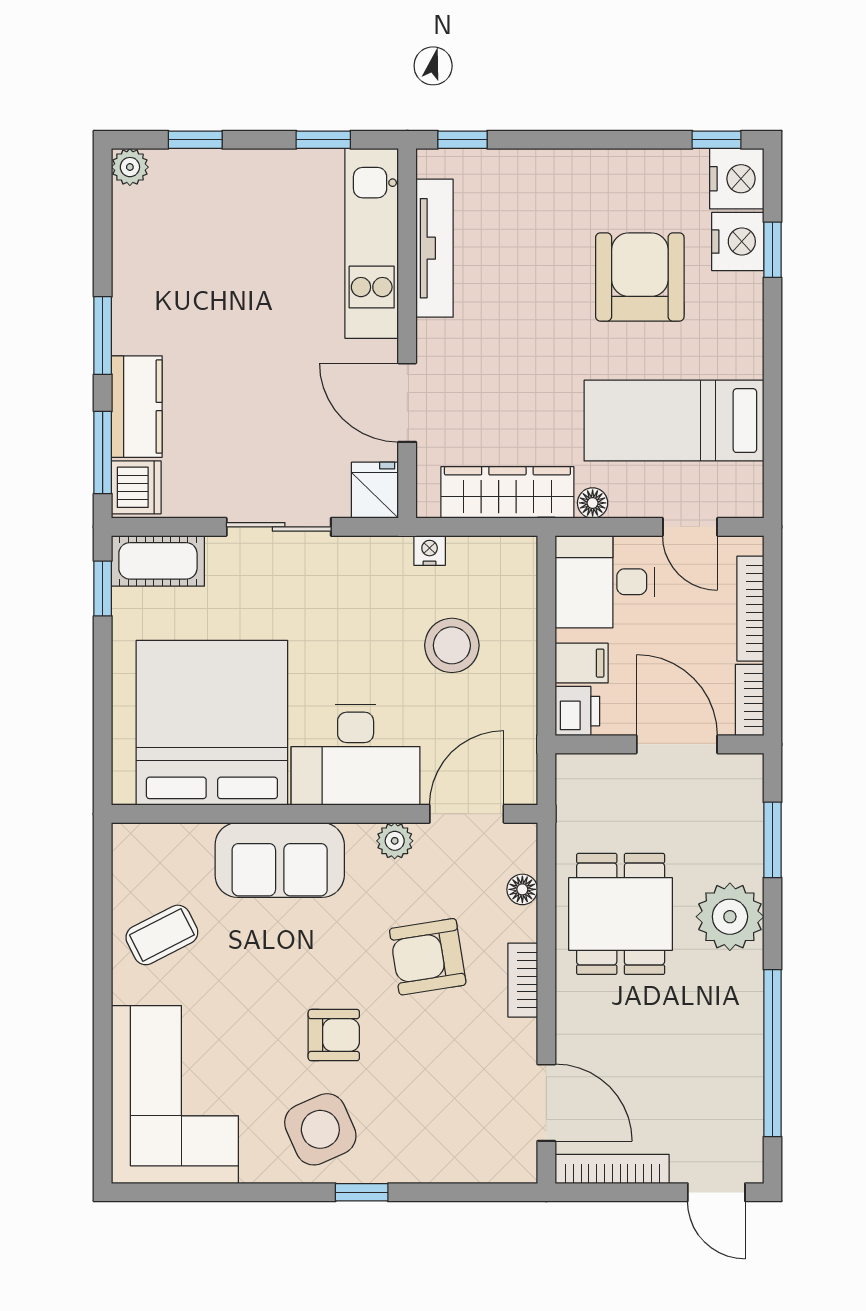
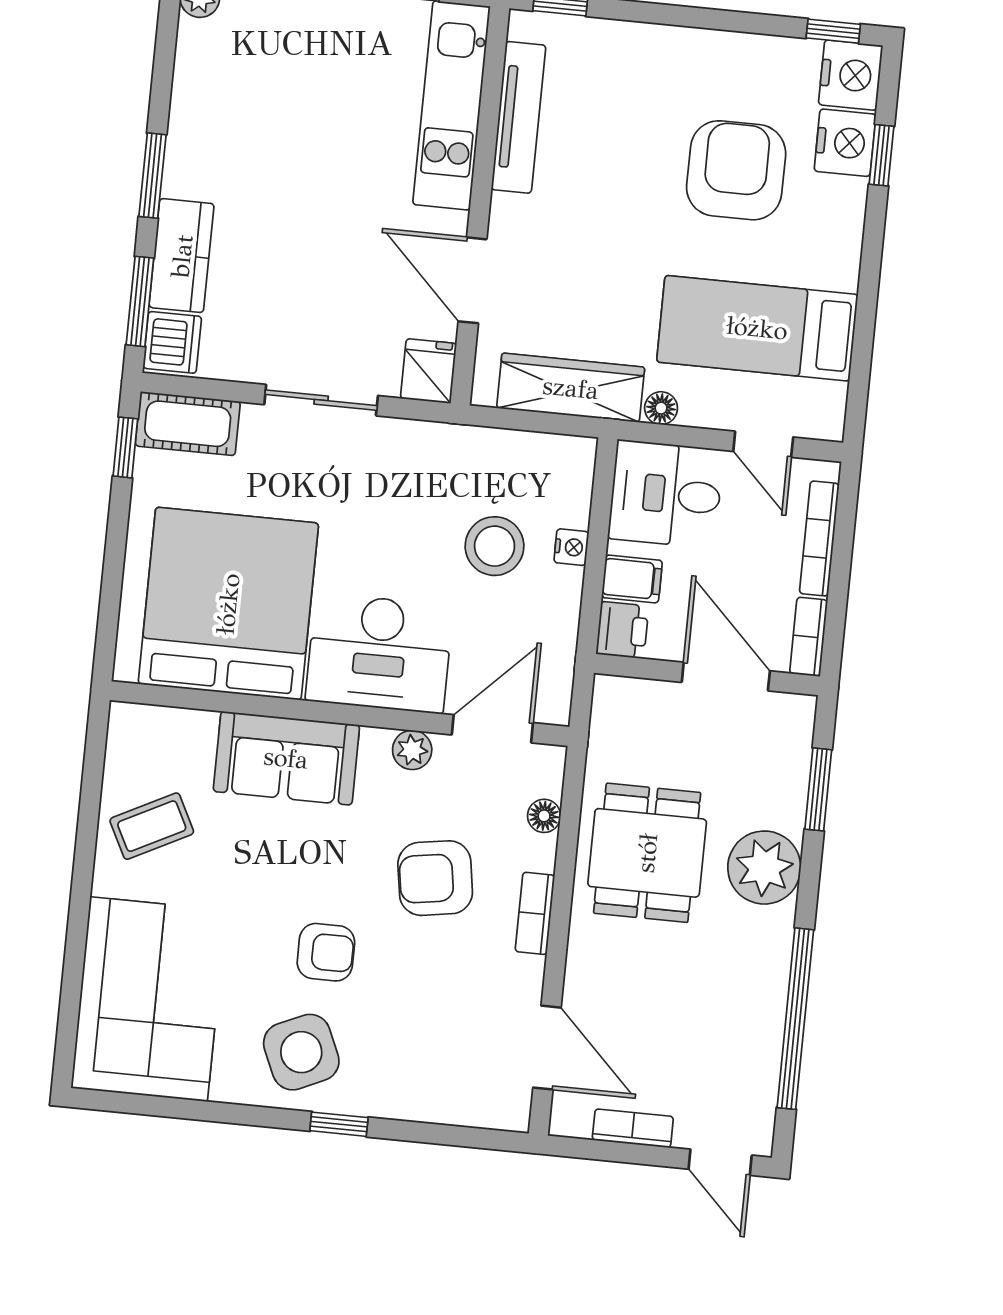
nightstand: (430, 550) -> (571, 547), moved, turned 90
bookcase: (612, 1169) -> (633, 1128), width x0.64

